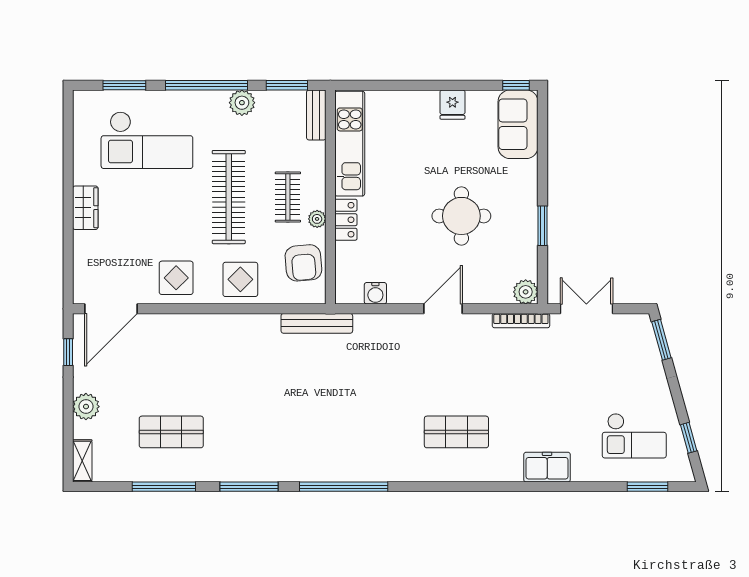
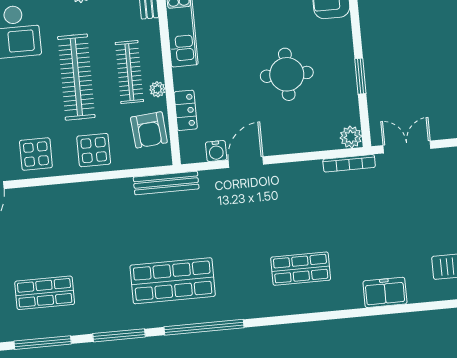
clothes rail: (288, 197) -> (129, 72), width x1.36
locker: (346, 220) -> (186, 110), moved
door: (443, 309) -> (246, 162), moved
shop shelf: (314, 432) -> (173, 281), added

